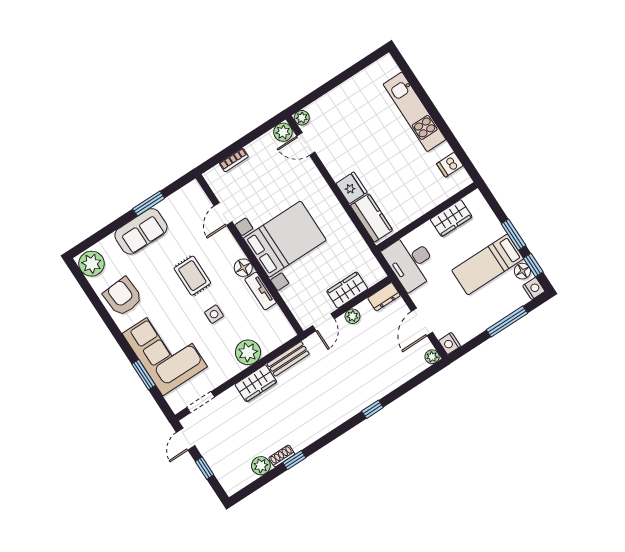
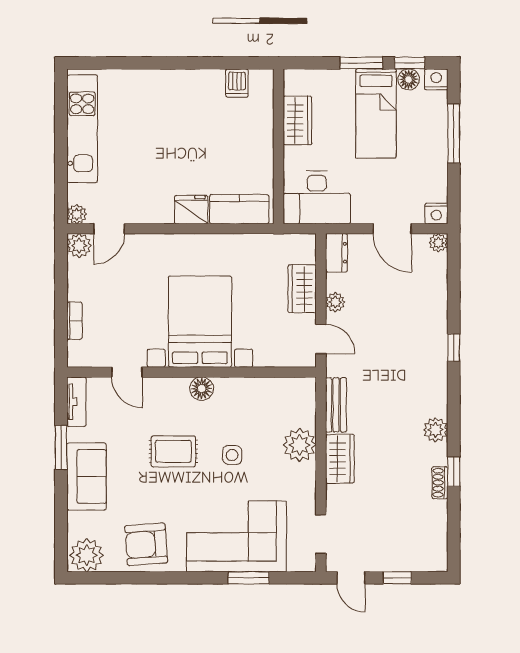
kitchen unit: (414, 112) -> (82, 129), moved, turned -90
tv unit: (261, 291) -> (76, 402), moved, turned -90
plant: (261, 466) -> (436, 430), moved

